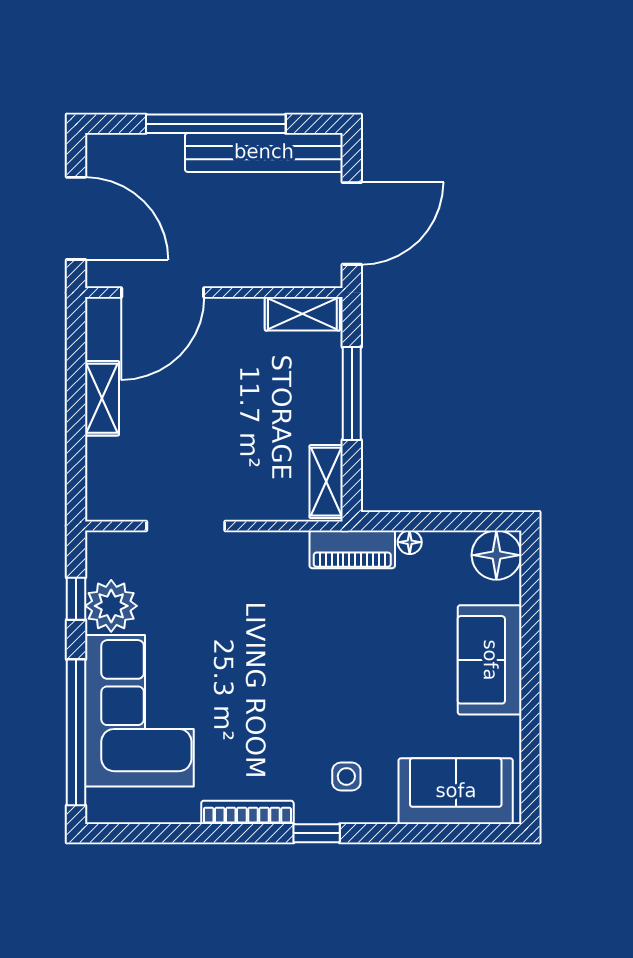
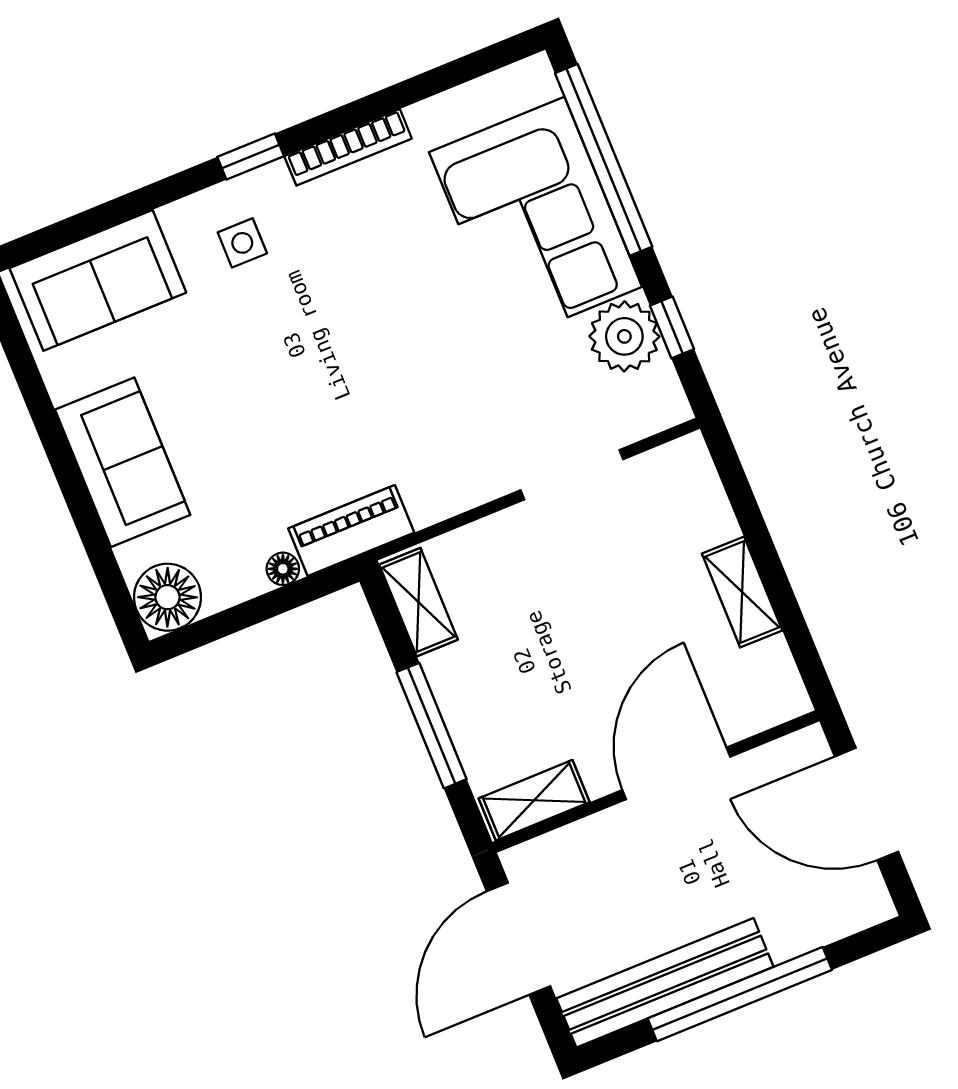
door: (163, 293) -> (676, 773), moved

